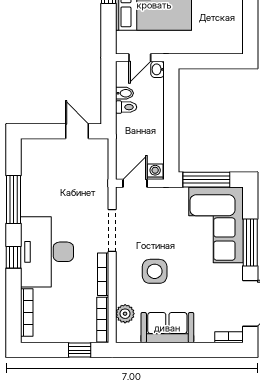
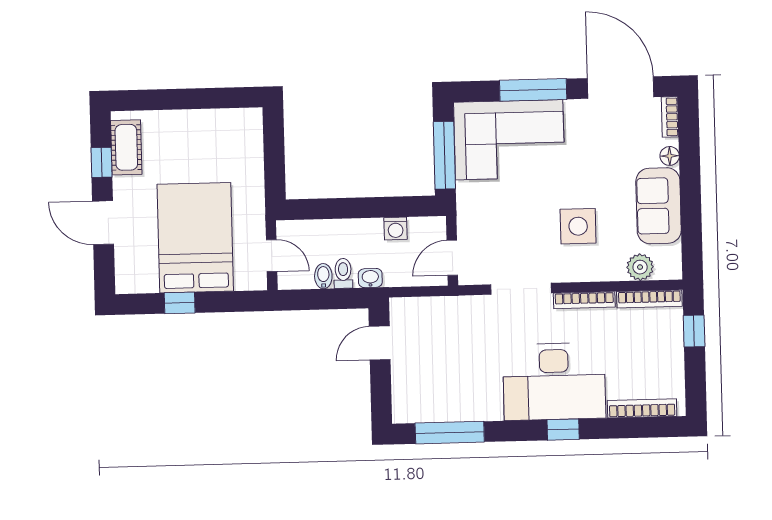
washbasin: (158, 69) -> (370, 278), moved, turned 180
washing machine: (155, 172) -> (396, 229), moved, turned -90
door: (135, 183) -> (452, 258), hinge flipped
window: (13, 199) -> (450, 433), moved
floor lamp: (202, 336) -> (670, 156), added

